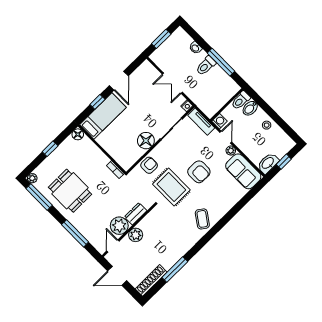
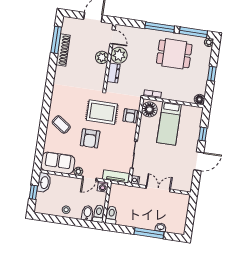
window: (161, 39) -> (191, 215), removed
window: (221, 62) -> (149, 233), moved
toilet: (206, 66) -> (111, 215), moved
door: (119, 81) -> (199, 161), swing flipped
bed: (103, 116) -> (169, 123), moved
door: (226, 137) -> (89, 178), hinge flipped
floor lamp: (146, 141) -> (149, 109), moved
armchair: (199, 172) -> (90, 138), turned -90
coffee table: (202, 219) -> (61, 124), moved
window: (75, 233) -> (160, 27), moved
window: (175, 270) -> (56, 40), moved
shoe rack: (151, 280) -> (63, 50), moved

